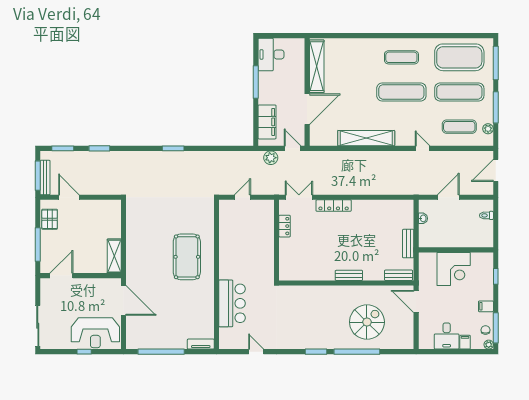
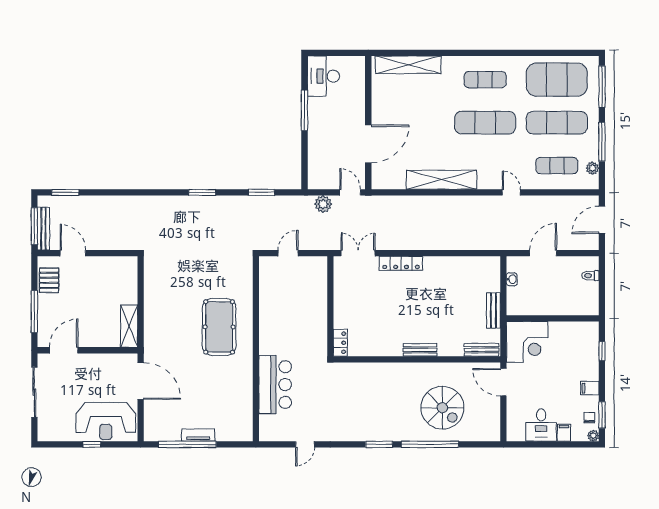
shelving: (317, 66) -> (408, 65), moved, turned 90
filing cabinet: (267, 122) -> (319, 160), removed
window: (99, 148) -> (261, 192), moved
locker: (285, 226) -> (340, 343), moved
corner desk: (454, 269) -> (527, 342), moved
spiral stairs: (367, 322) -> (442, 408), turned 90
sliding door: (38, 326) -> (34, 392), moved
window: (496, 328) -> (602, 415), width x0.69
tv unit: (201, 344) -> (198, 435), moved
door: (256, 352) -> (305, 444), swing flipped

